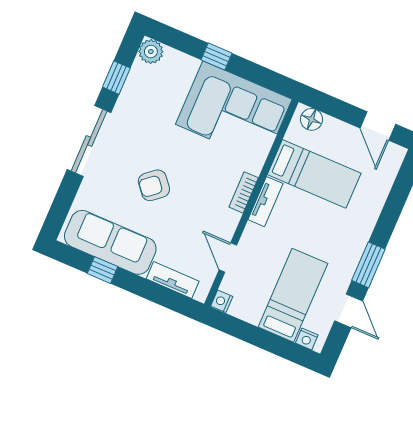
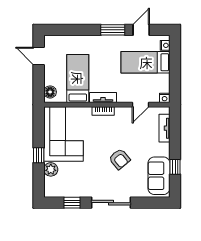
plant: (151, 52) -> (51, 169), moved
door: (378, 126) -> (39, 56), swing flipped
sofa: (110, 242) -> (159, 176), width x0.73

